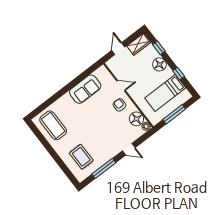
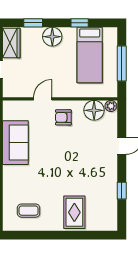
coffee table: (53, 125) -> (29, 211), width x0.54, depth x0.58
rug: (81, 157) -> (74, 212), moved, turned 90
window: (104, 168) -> (122, 191), width x0.46

